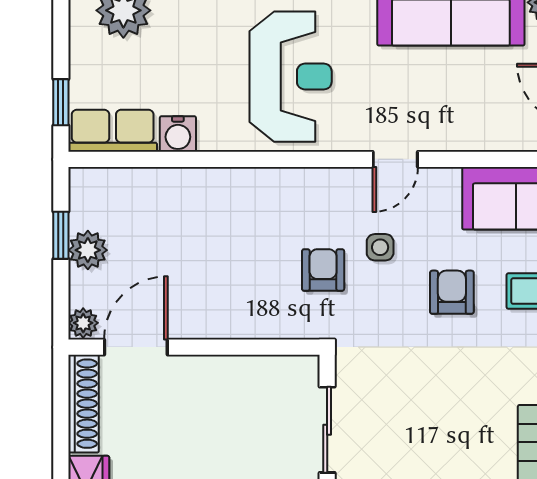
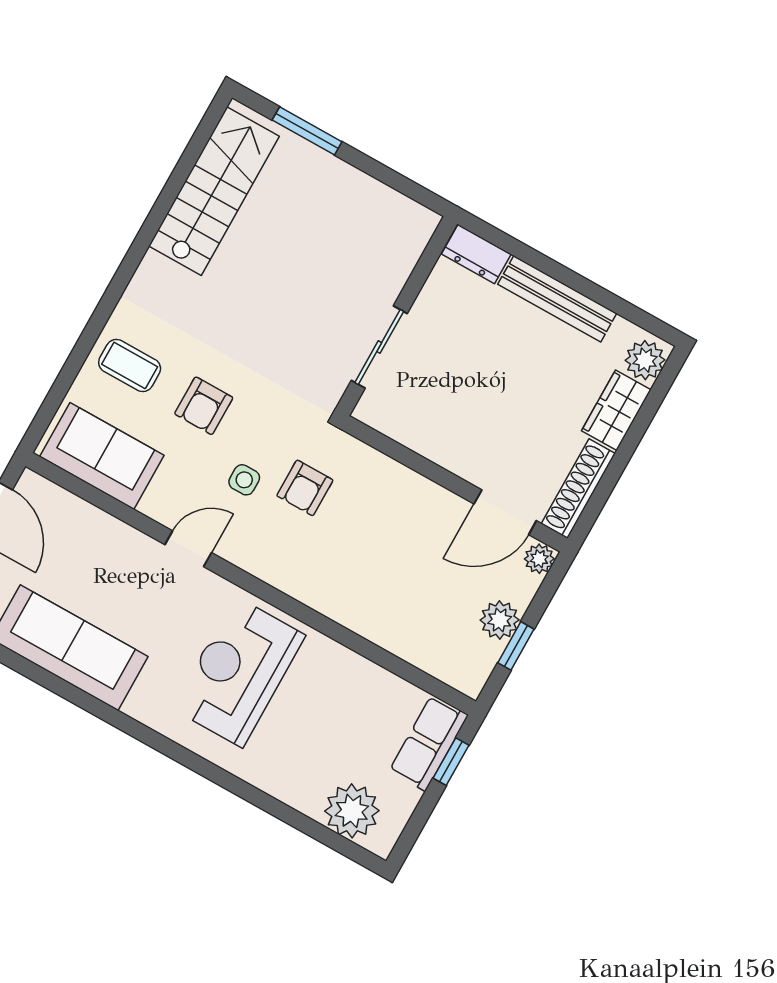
row of seats: (113, 131) -> (429, 743), moved, turned 90
water cooler: (178, 134) -> (365, 677), removed

